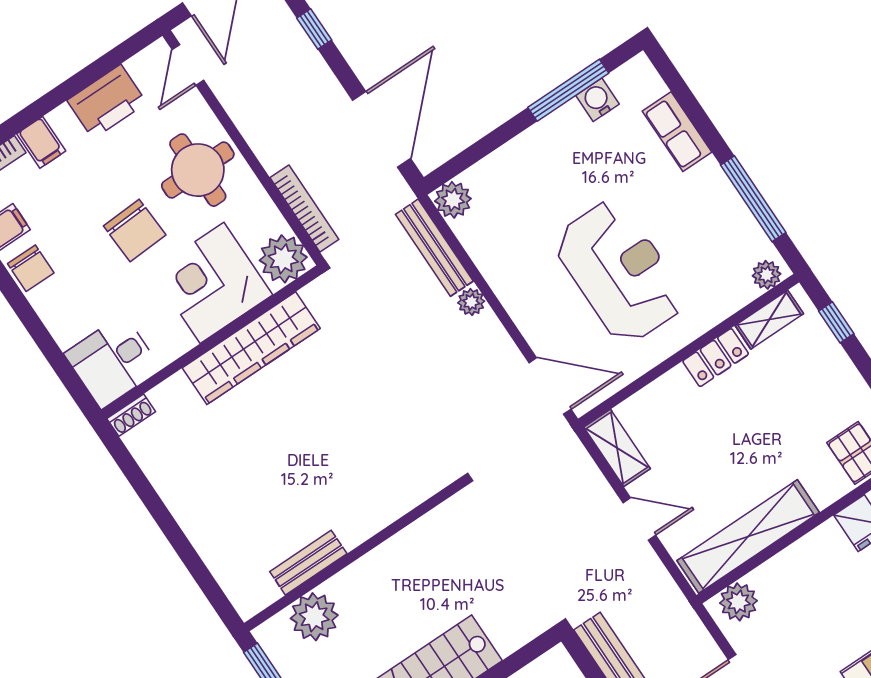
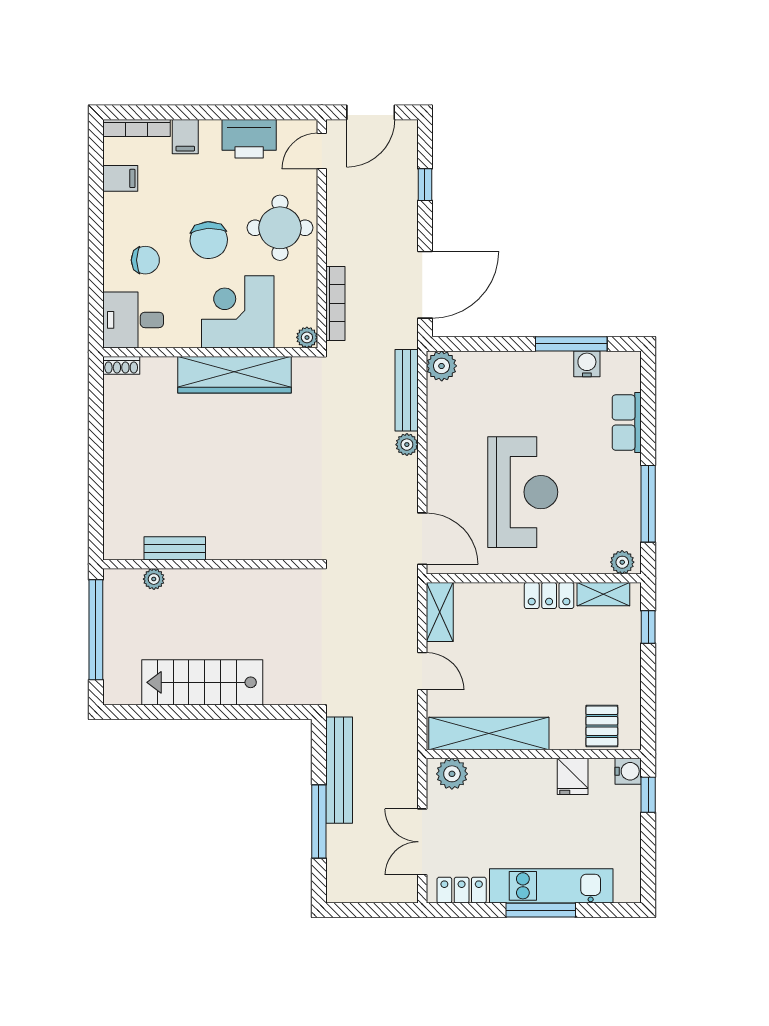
plant: (283, 259) -> (307, 337), width x0.53, depth x0.53
chair: (31, 268) -> (145, 260), moved, turned -90
plant: (314, 617) -> (154, 579), width x0.53, depth x0.53

